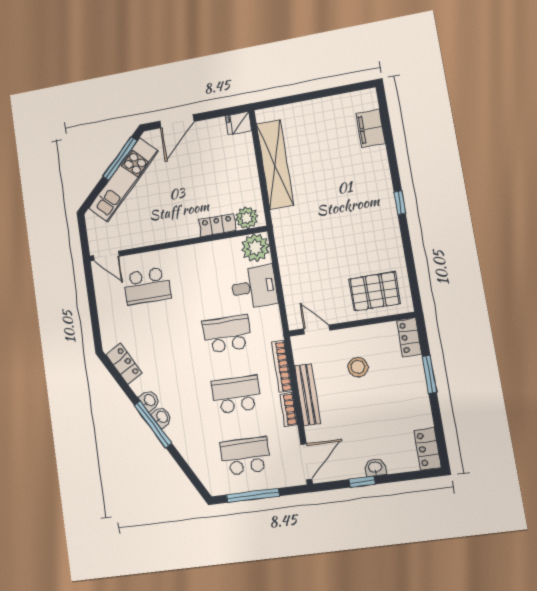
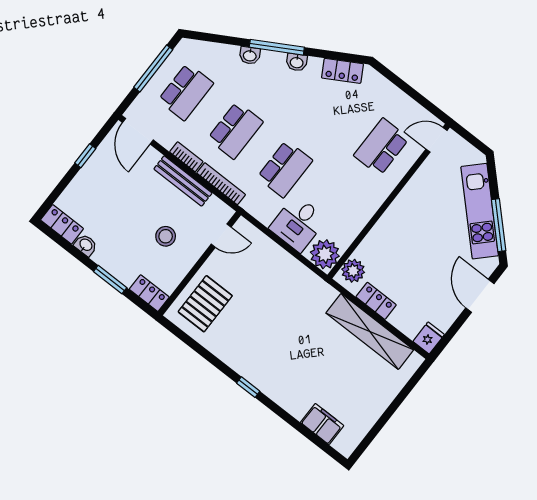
locker: (217, 225) -> (376, 301), moved, turned -90
washbasin: (162, 417) -> (250, 55), moved
washbasin: (375, 468) -> (86, 245), moved, turned -90

